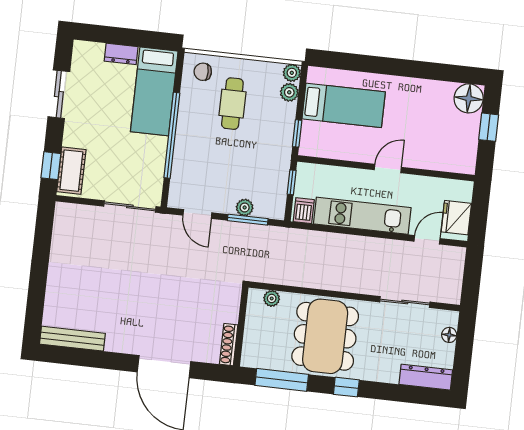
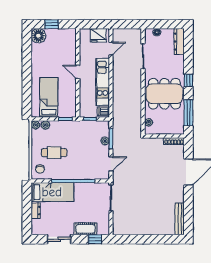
cot: (71, 171) -> (86, 229), moved
door: (427, 240) -> (111, 49), swing flipped

